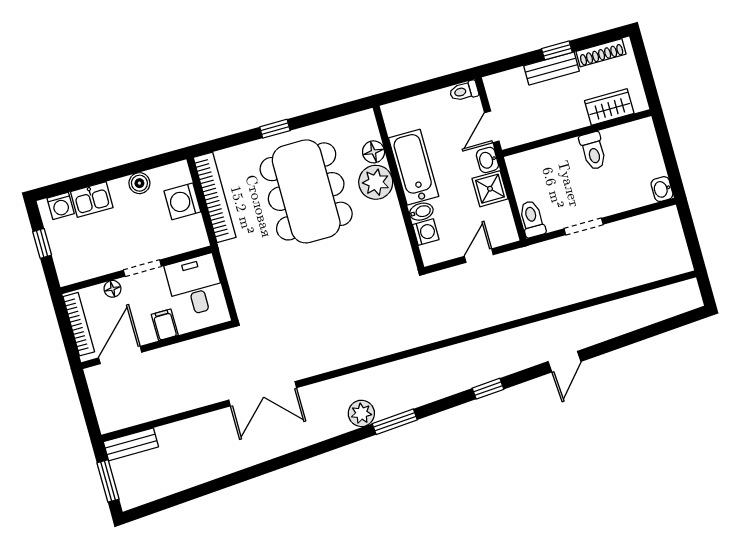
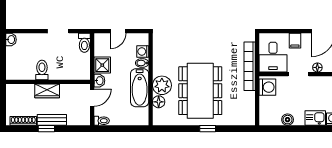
wardrobe: (609, 107) -> (47, 91), moved
bookcase: (215, 197) -> (250, 66), moved
washing machine: (182, 201) -> (267, 87), moved

